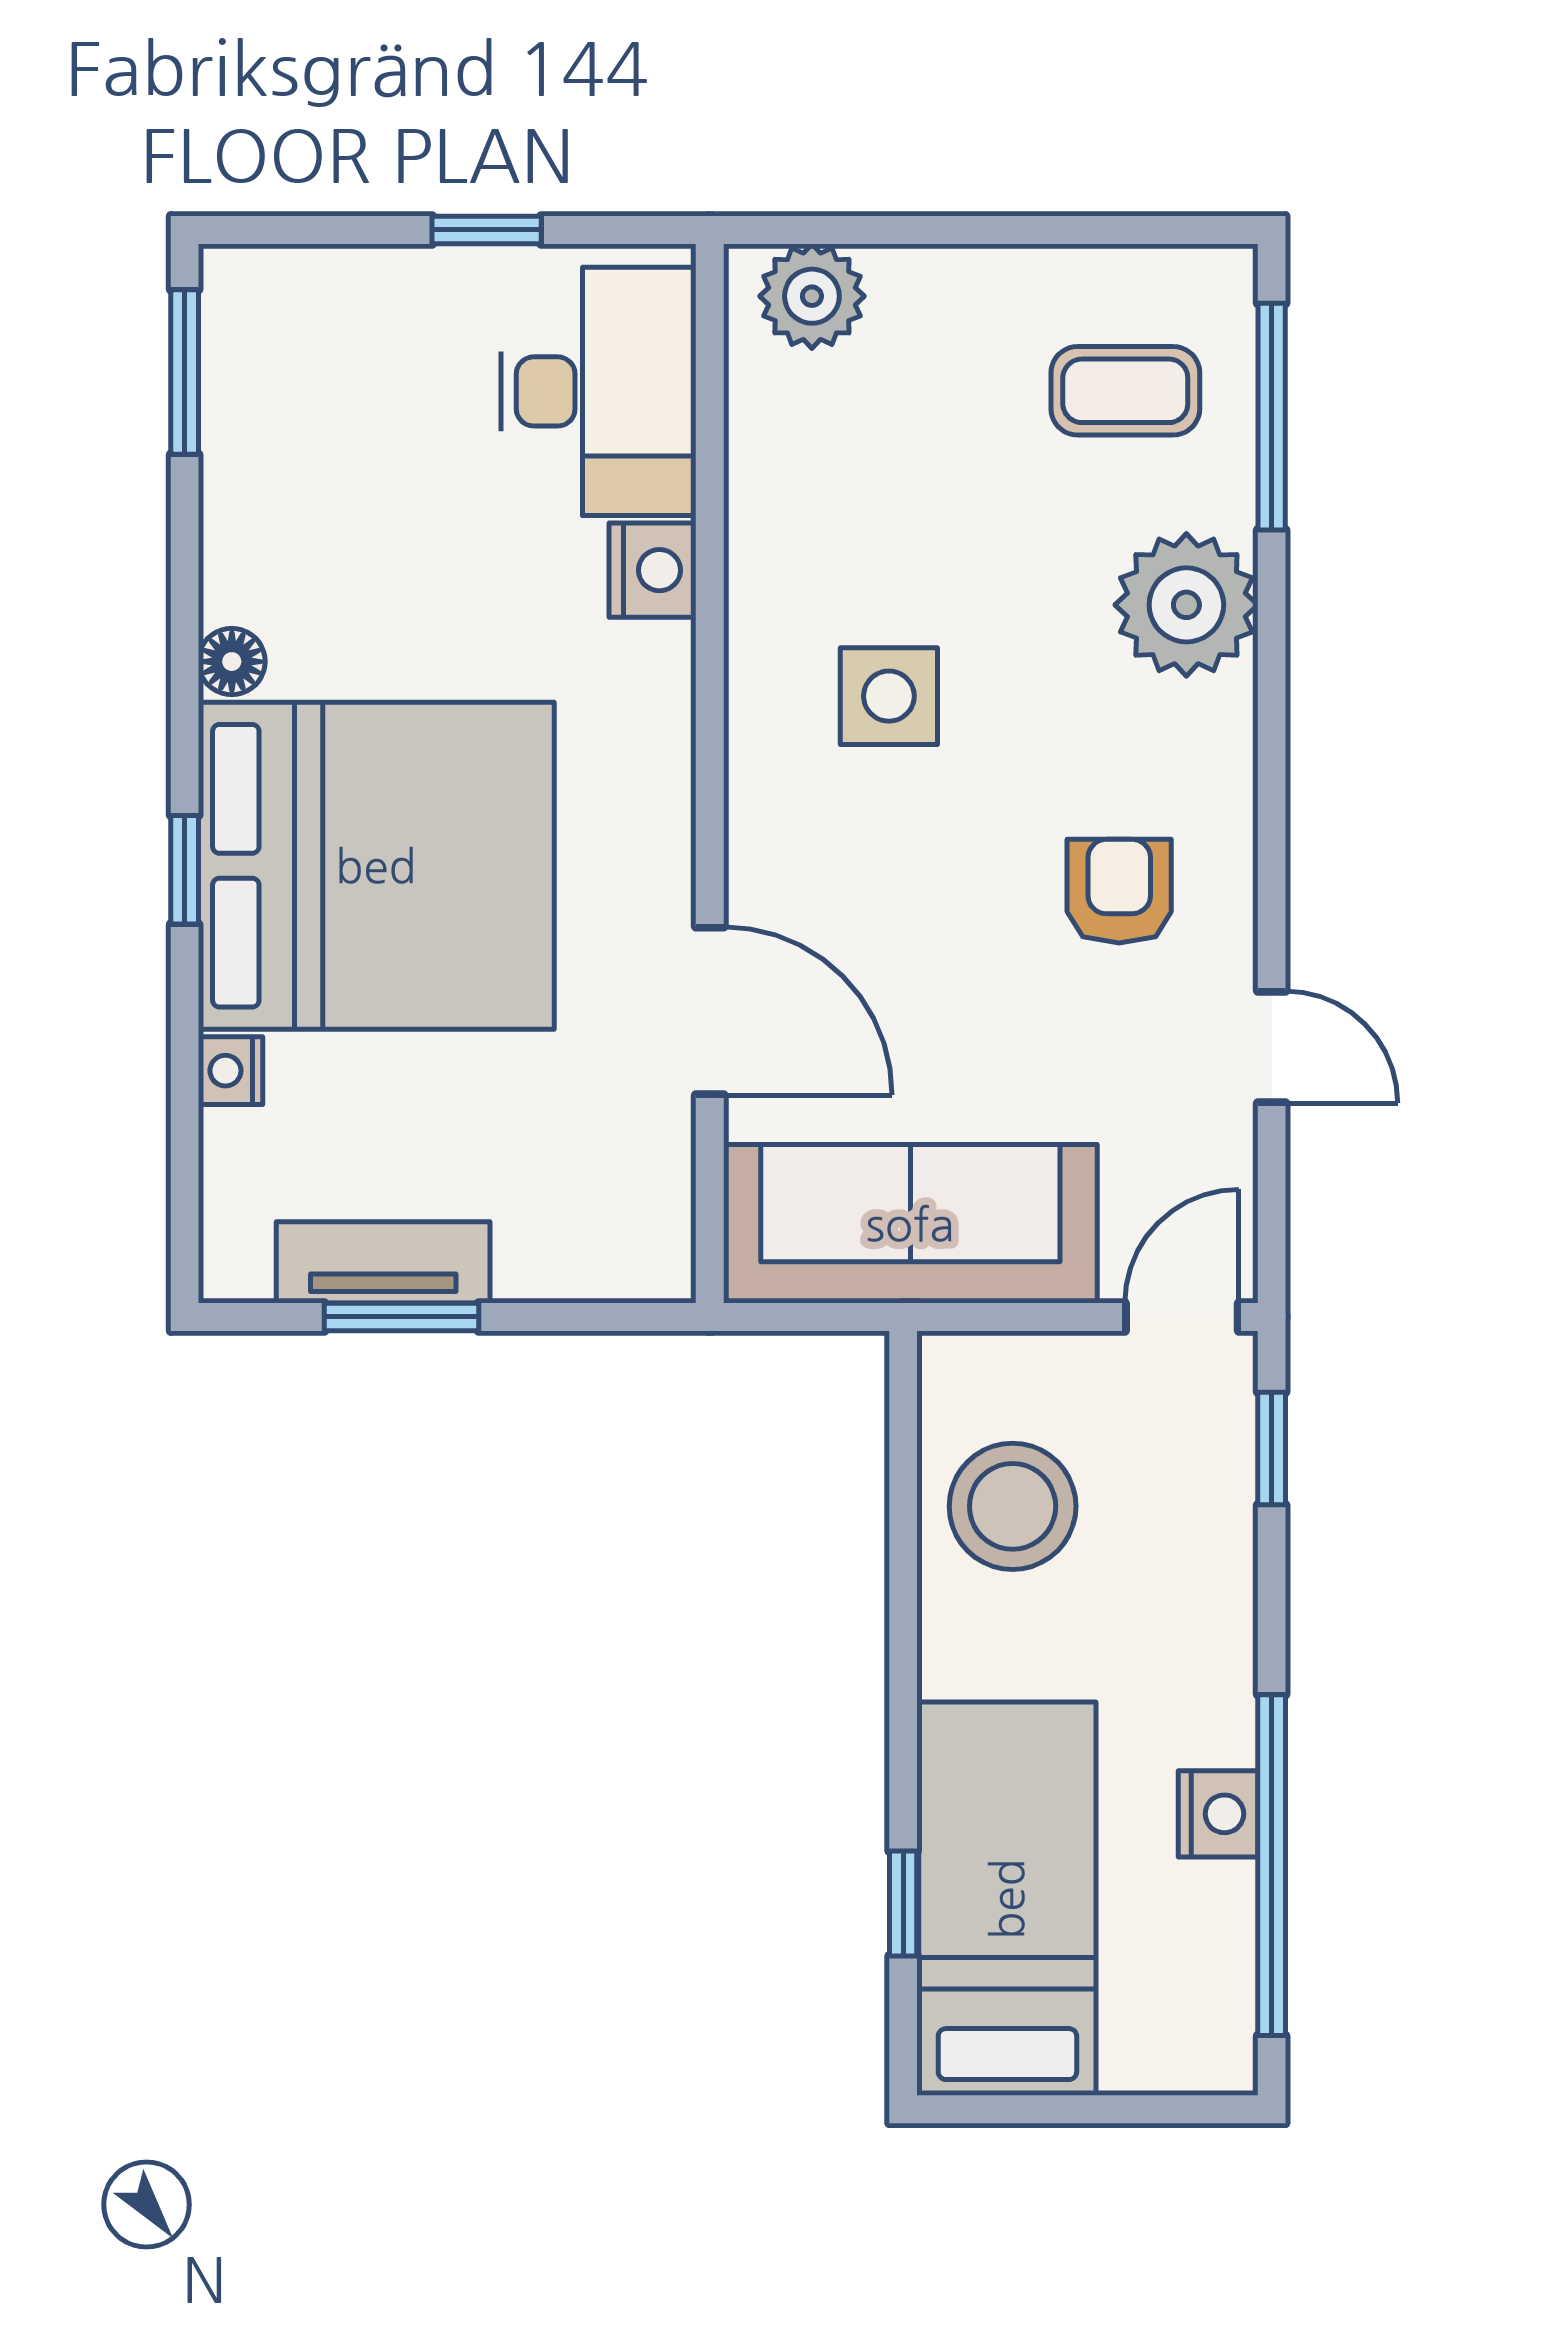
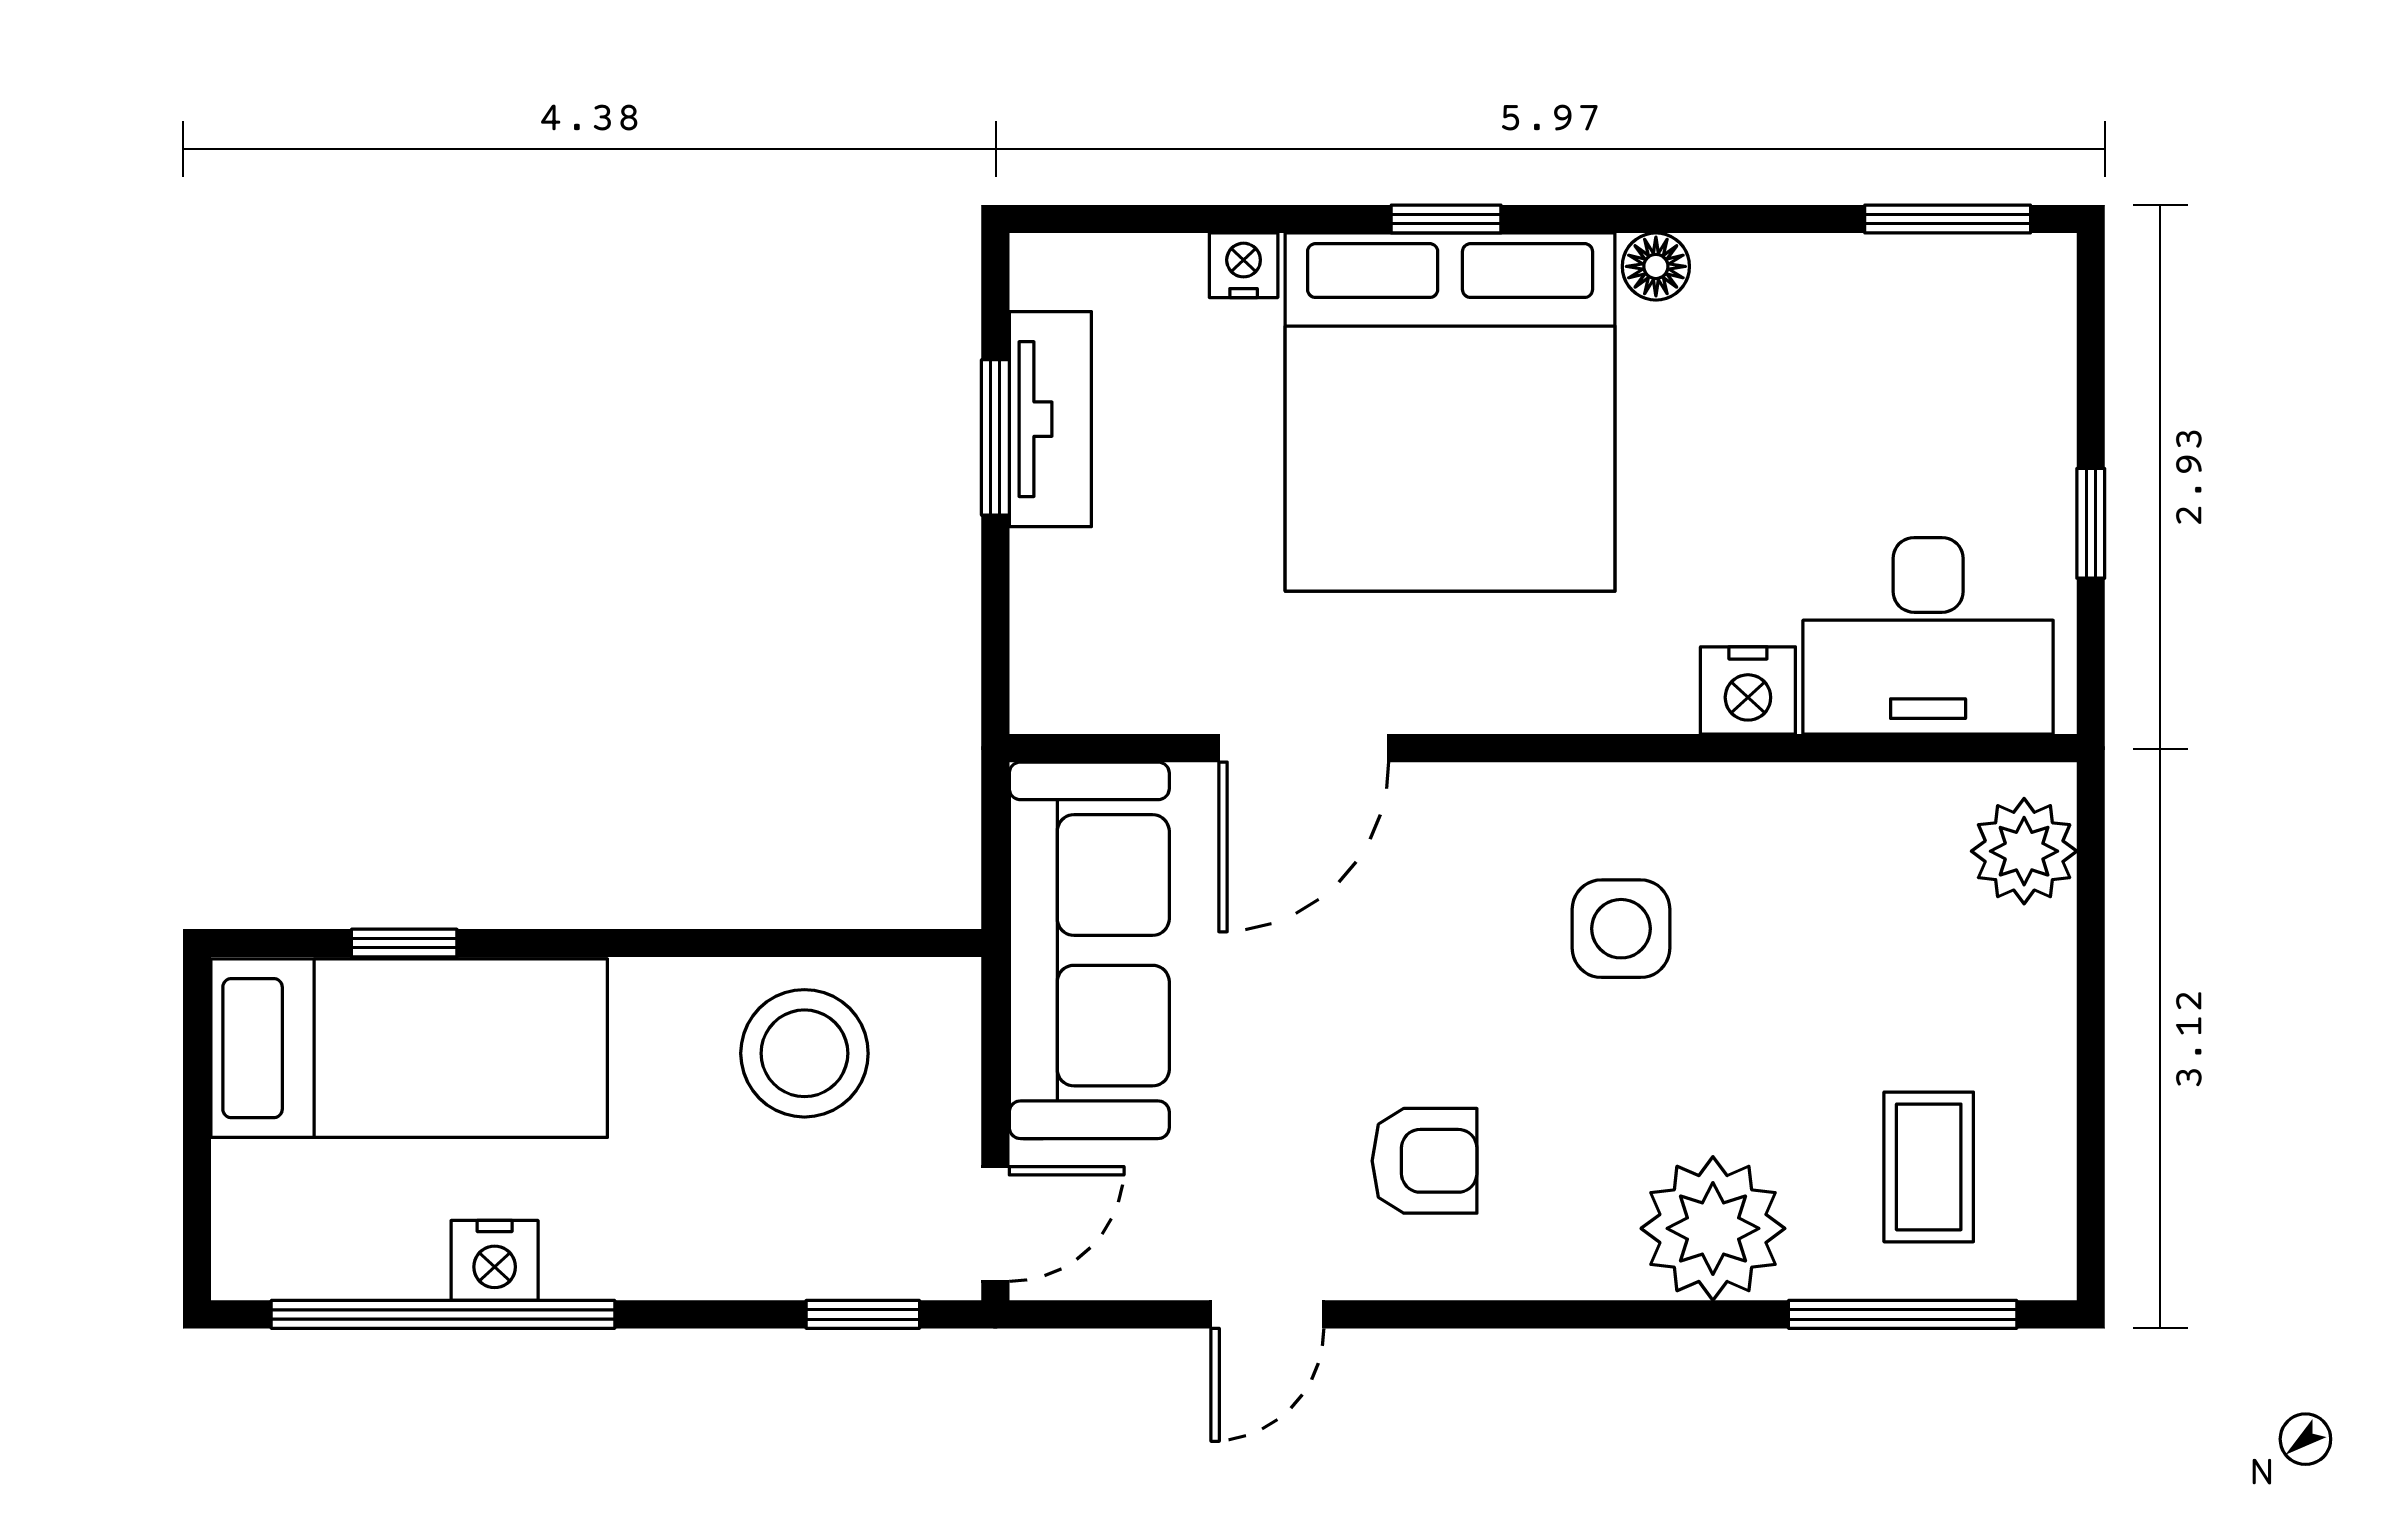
door: (1182, 1317) -> (995, 1224), hinge flipped

